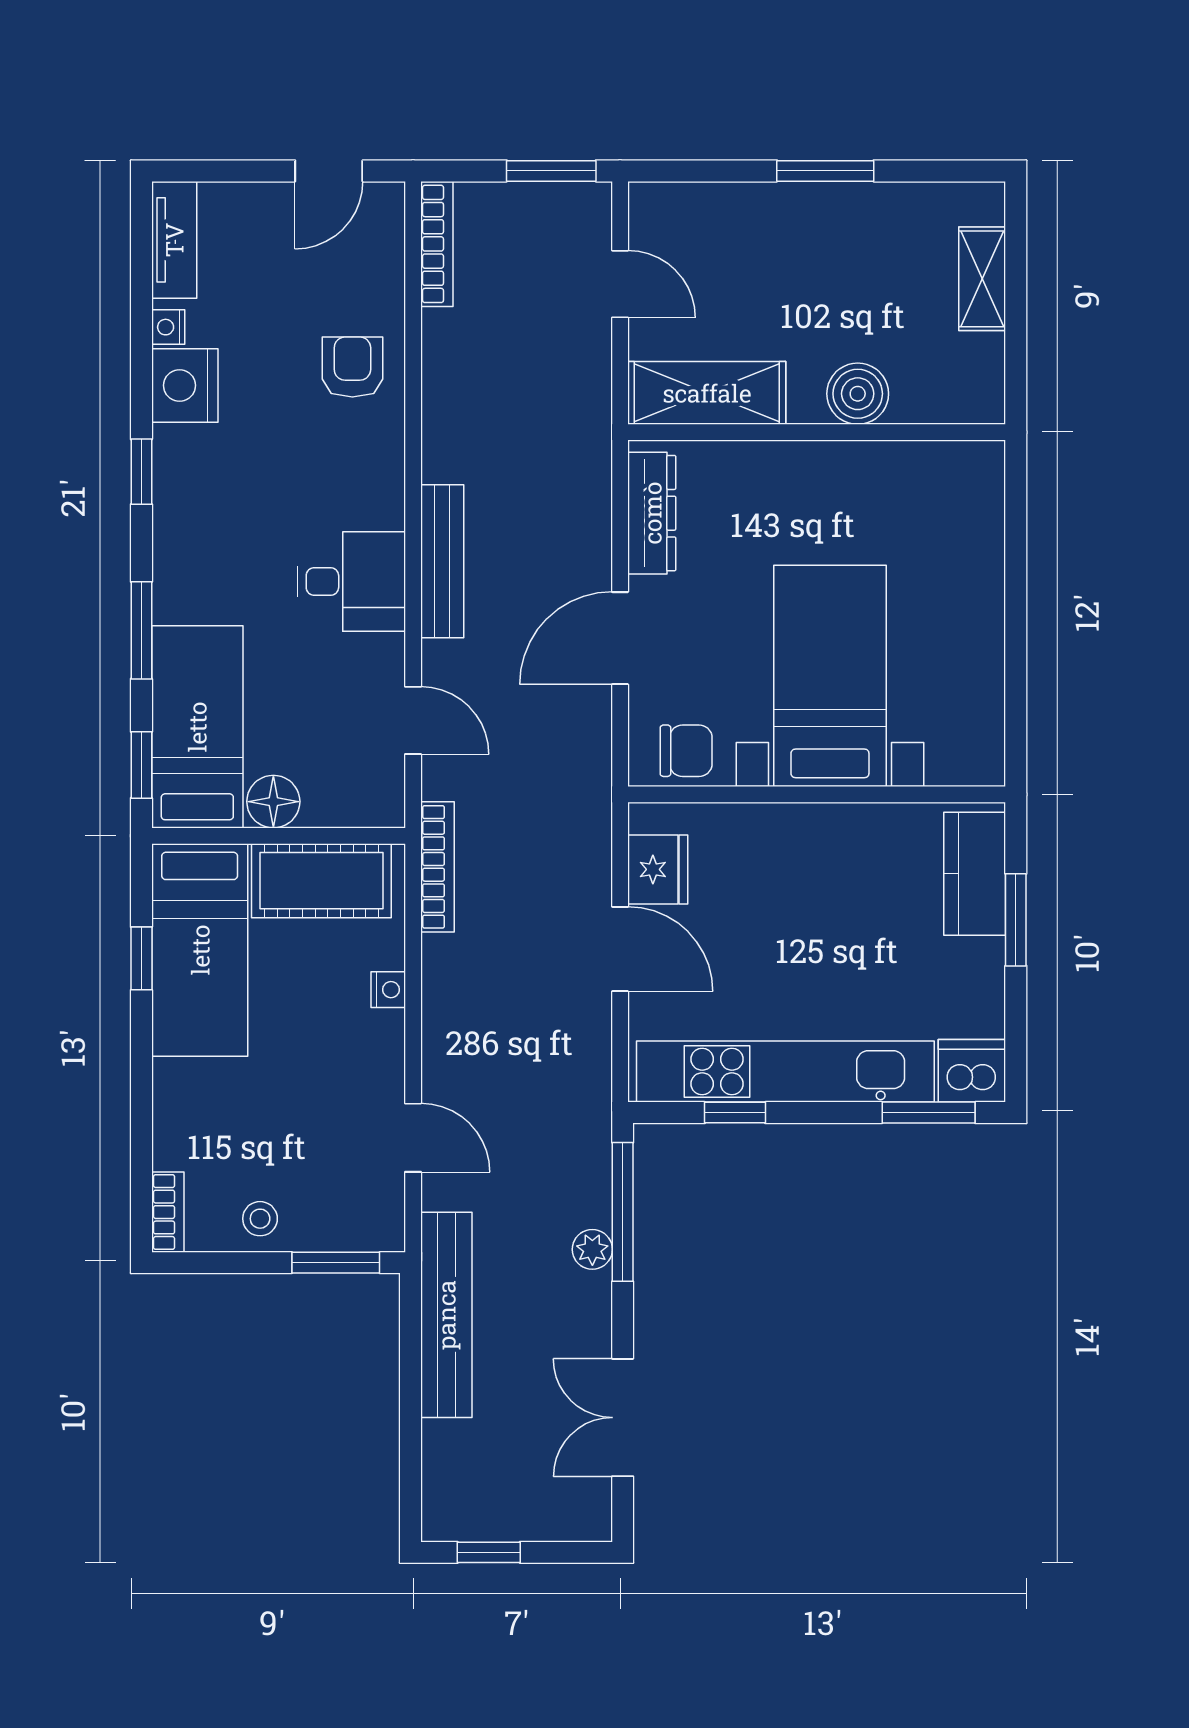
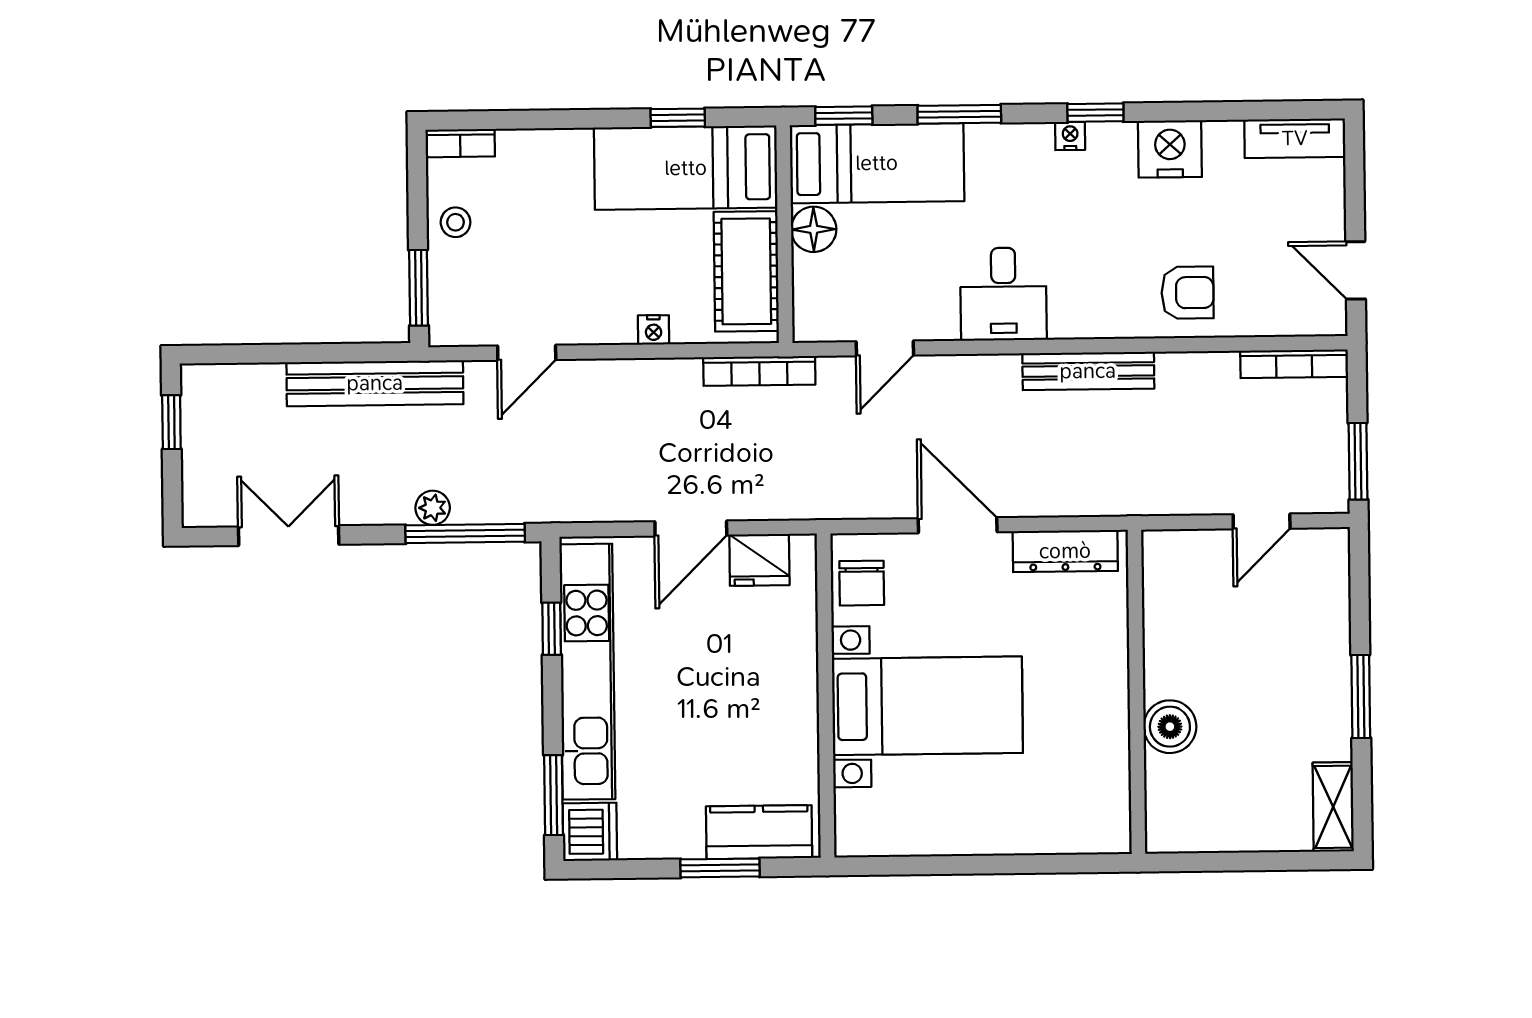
shelving: (982, 279) -> (1333, 807), moved, turned 90
nightstand: (168, 327) -> (1070, 136), moved
shelving: (707, 393) -> (1169, 597), removed
bench: (442, 561) -> (1088, 371), moved

